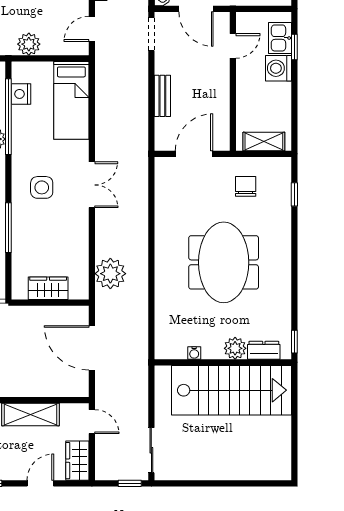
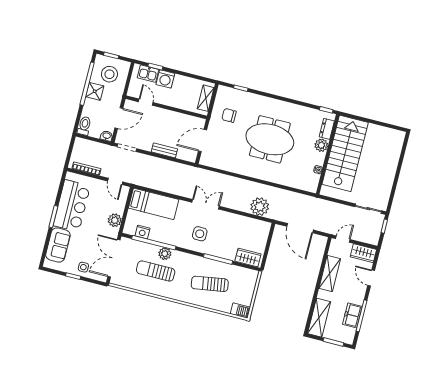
door: (194, 154) -> (203, 141), hinge flipped
wardrobe: (48, 288) -> (248, 258), moved, turned 90
door: (92, 348) -> (300, 228), hinge flipped

